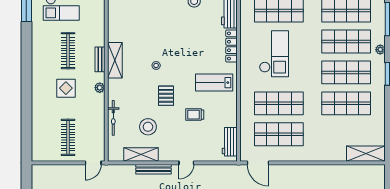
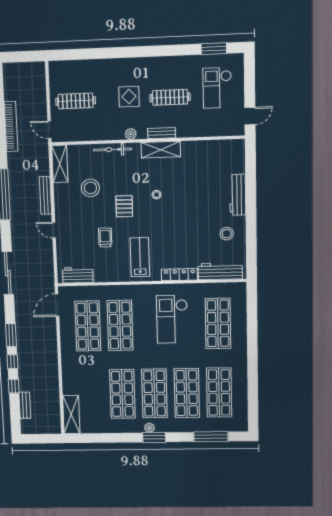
plant: (380, 50) -> (149, 428), moved
checkout: (274, 54) -> (172, 319), turned 90
pallet: (166, 96) -> (124, 206), turned 90
bicycle: (113, 118) -> (112, 149), moved
shelving: (141, 155) -> (60, 164), moved

